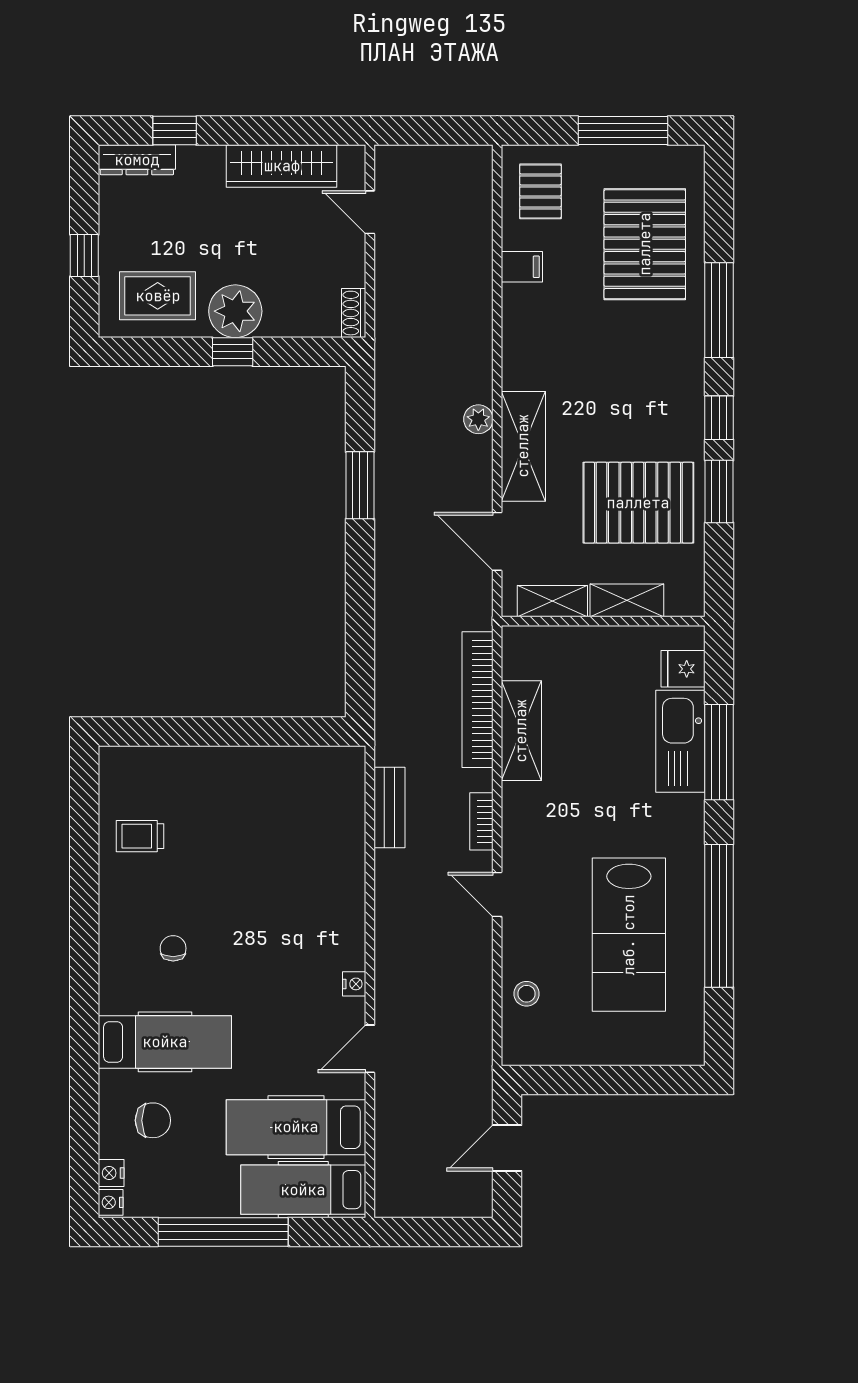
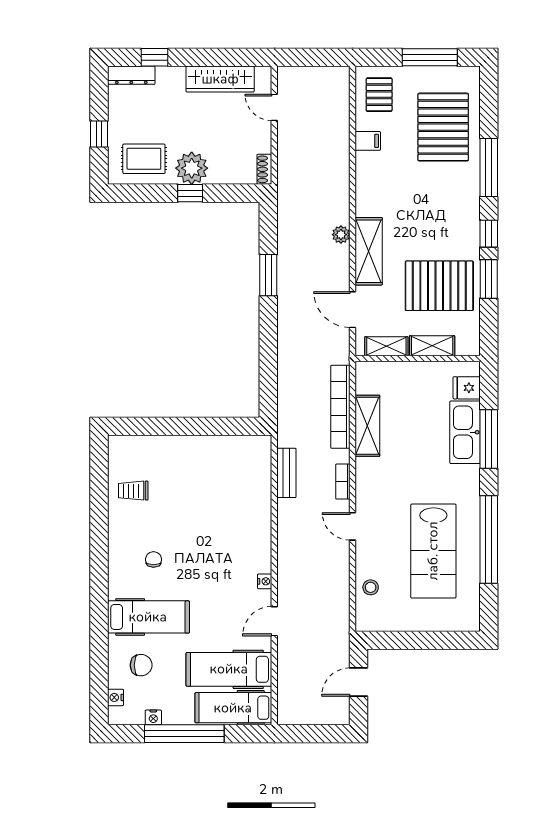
nightstand: (111, 1202) -> (153, 717), moved, turned -90

